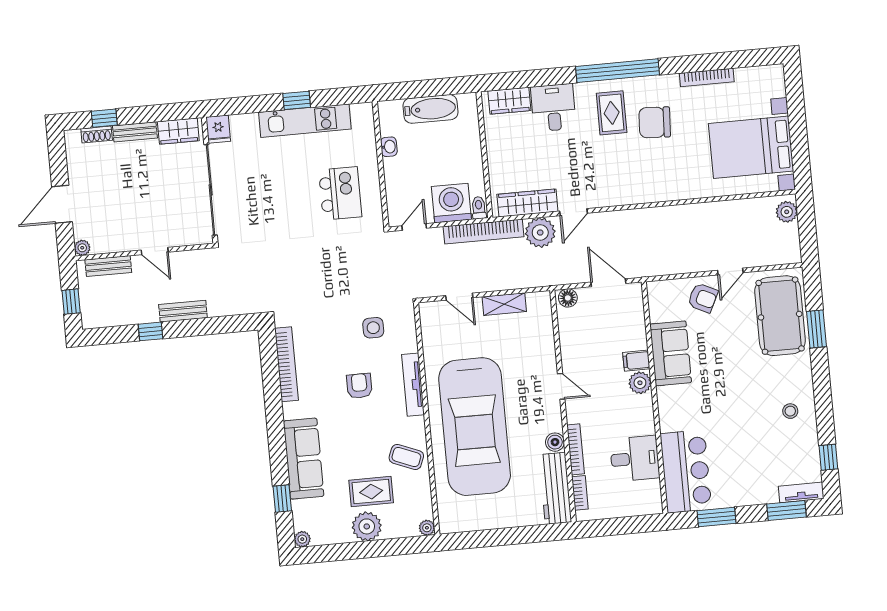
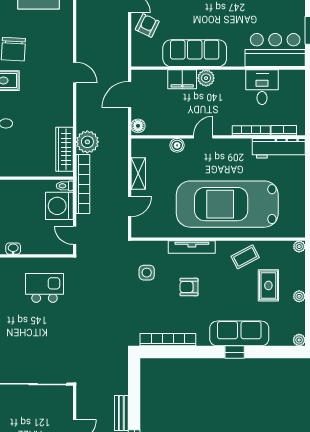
door: (574, 212) -> (75, 73), moved
sofa: (671, 353) -> (195, 53), width x1.36
filing cabinet: (636, 361) -> (182, 79), width x2.00
car: (475, 427) -> (227, 204), turned 180
boiler: (555, 442) -> (177, 145), moved
coffee table: (406, 457) -> (245, 257), turned 40
window: (282, 498) -> (235, 352), moved
plant: (367, 526) -> (299, 296), width x0.53, depth x0.53

